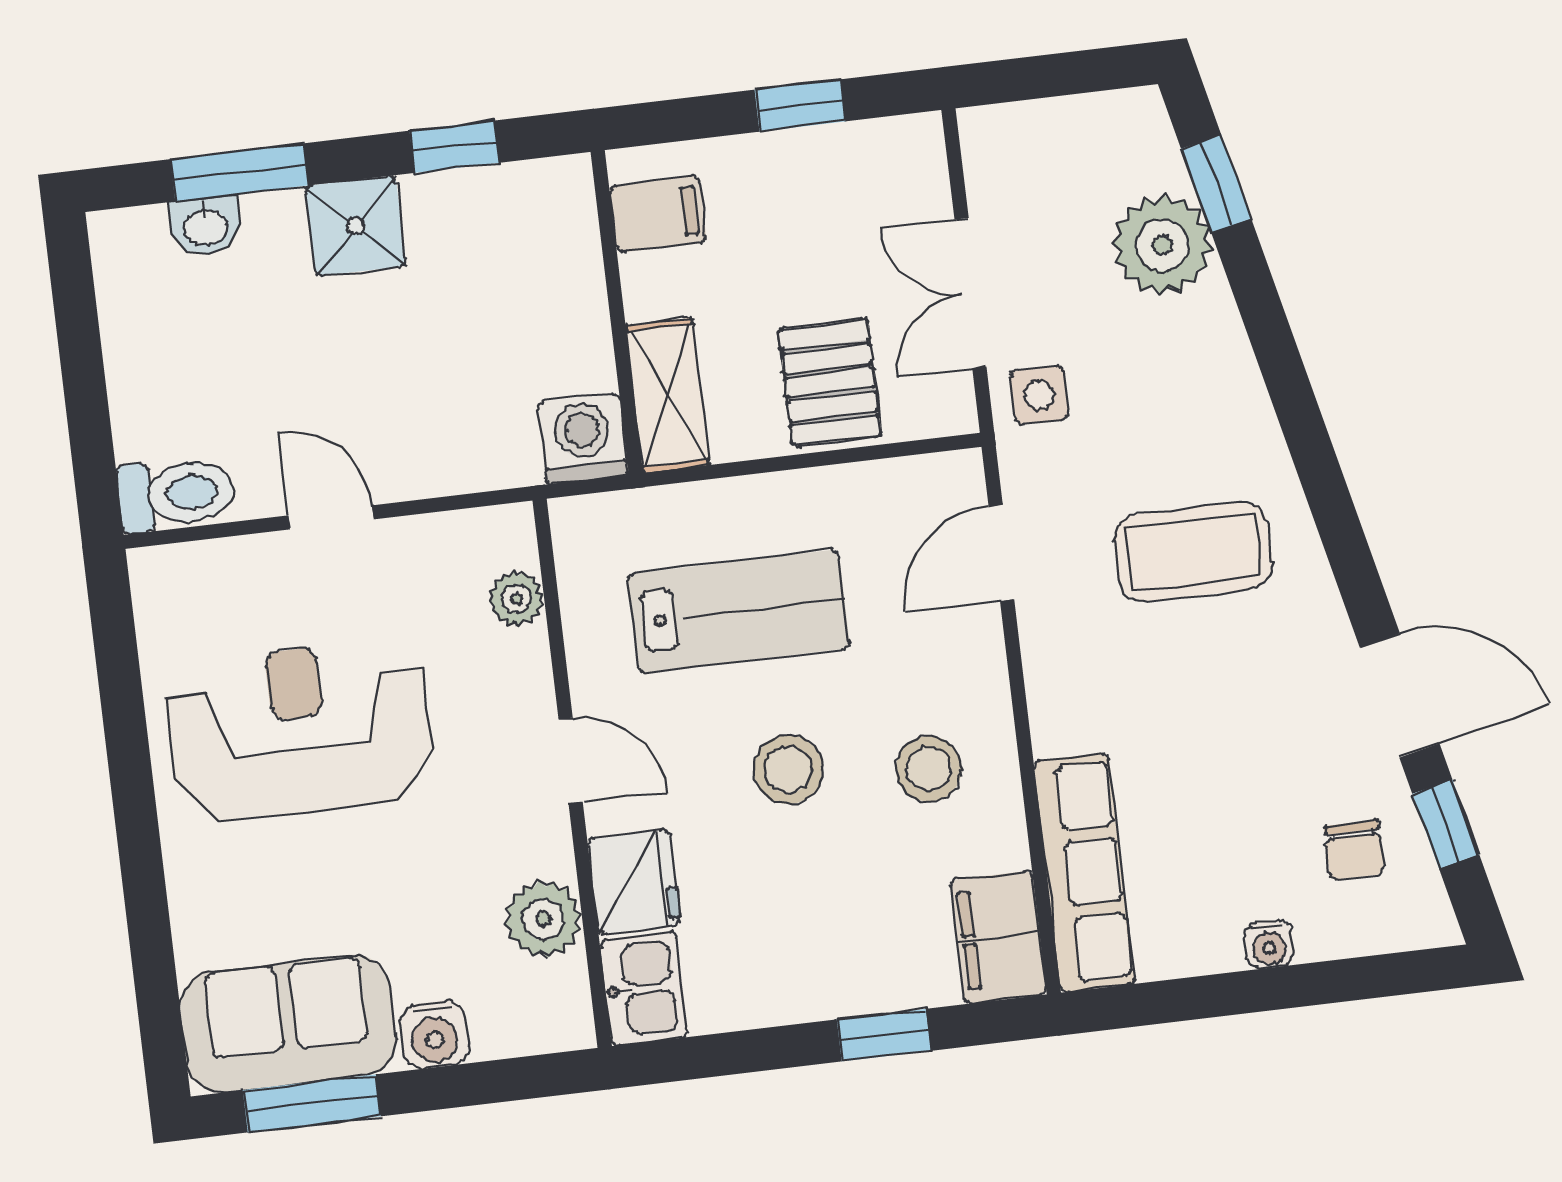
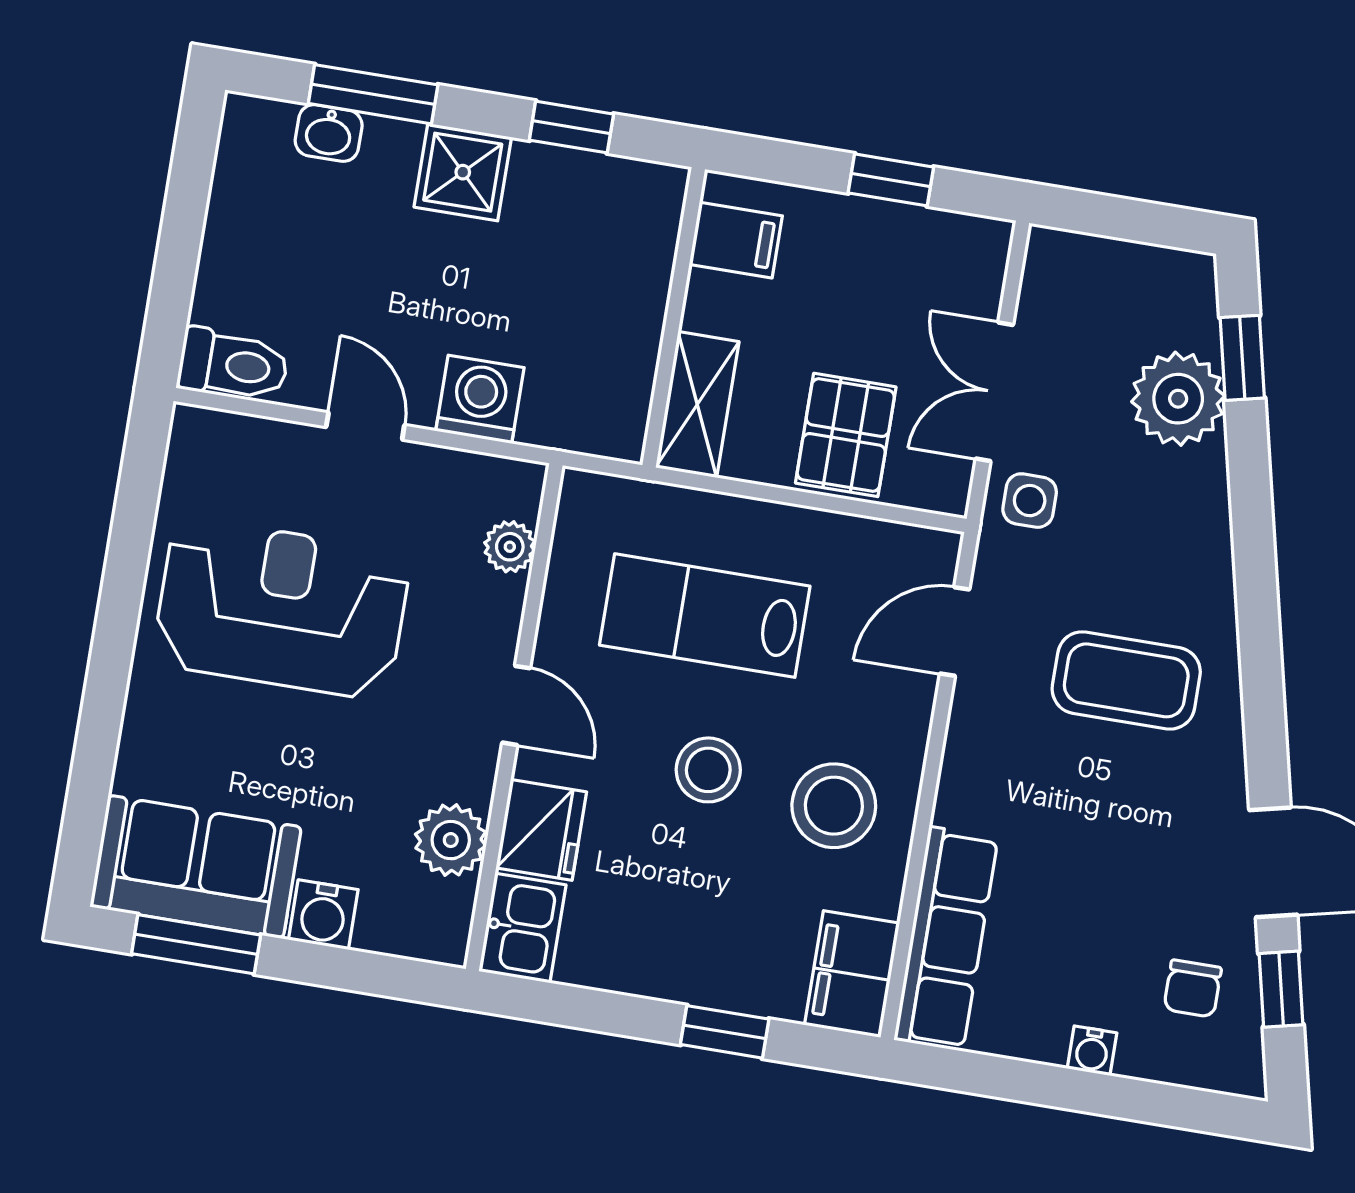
washing machine: (583, 438) -> (480, 399), moved
lab bench: (738, 611) -> (705, 616), turned 180
stool: (929, 769) -> (834, 806), width x1.38, depth x1.38

